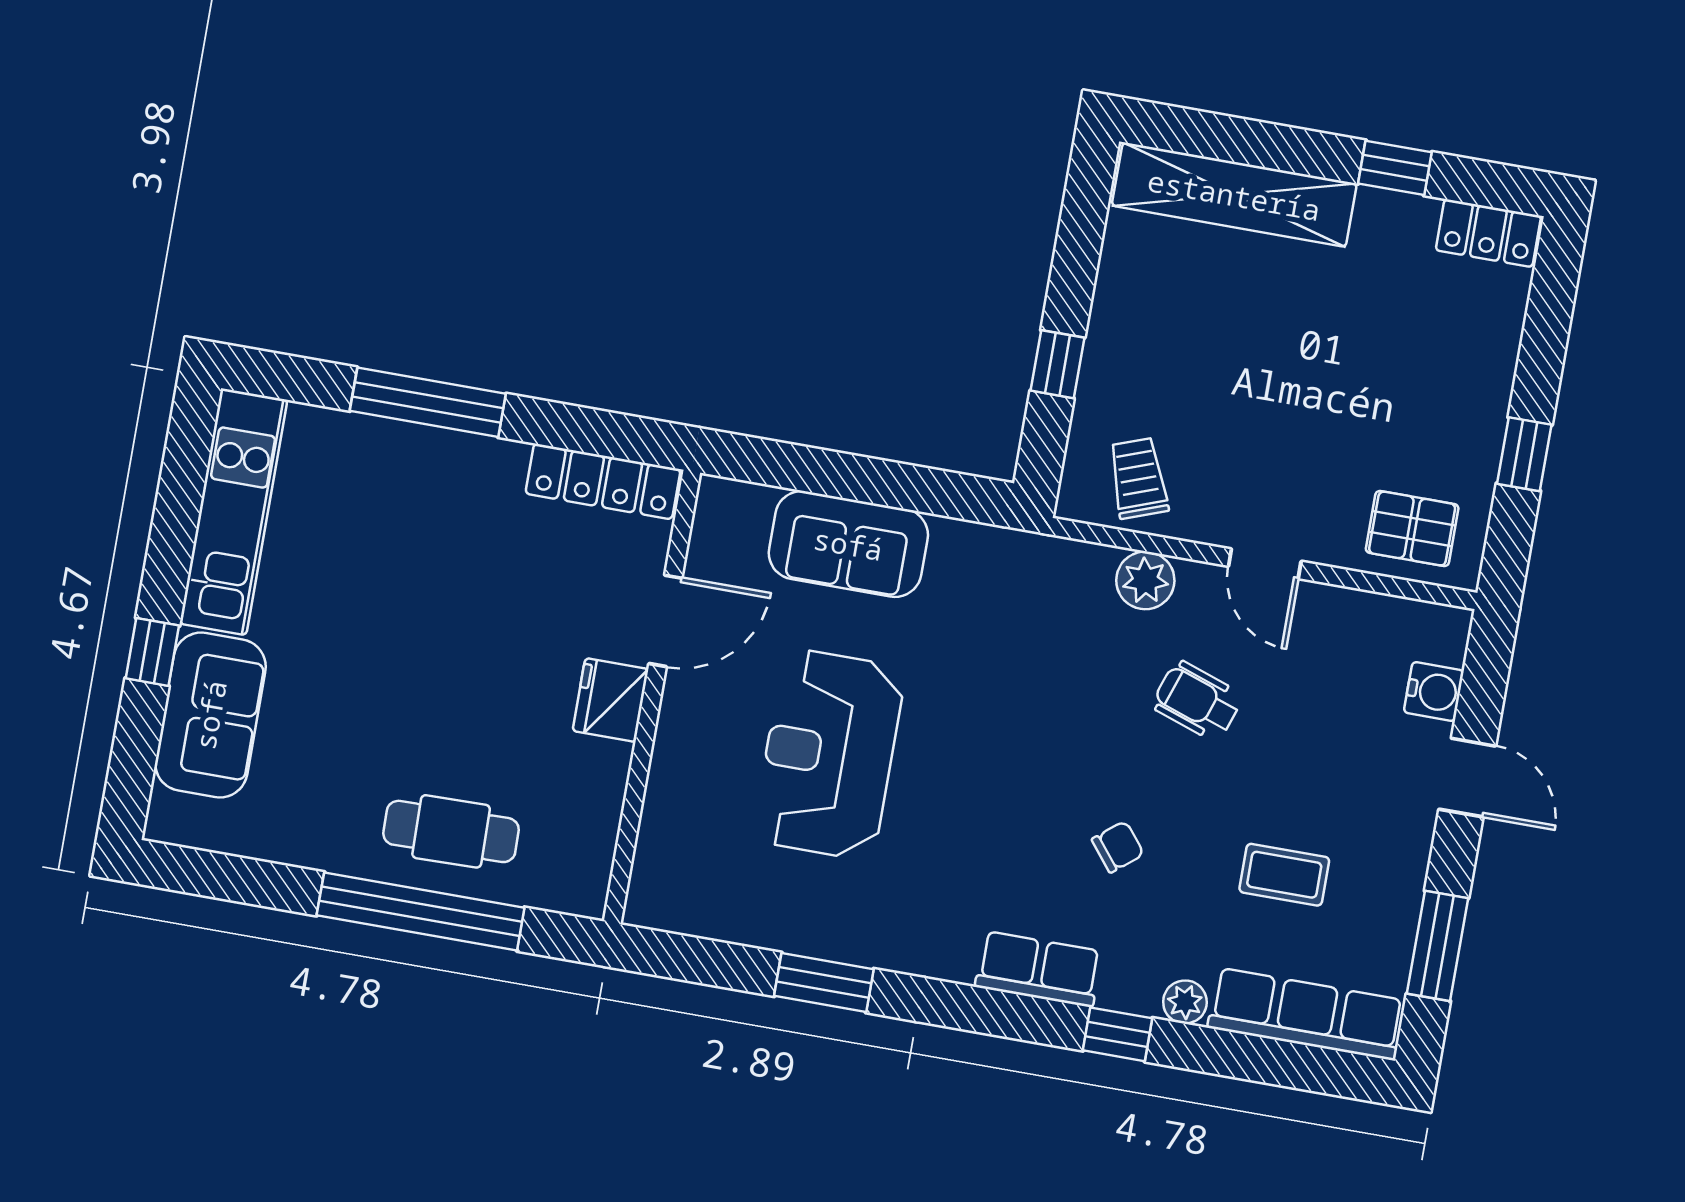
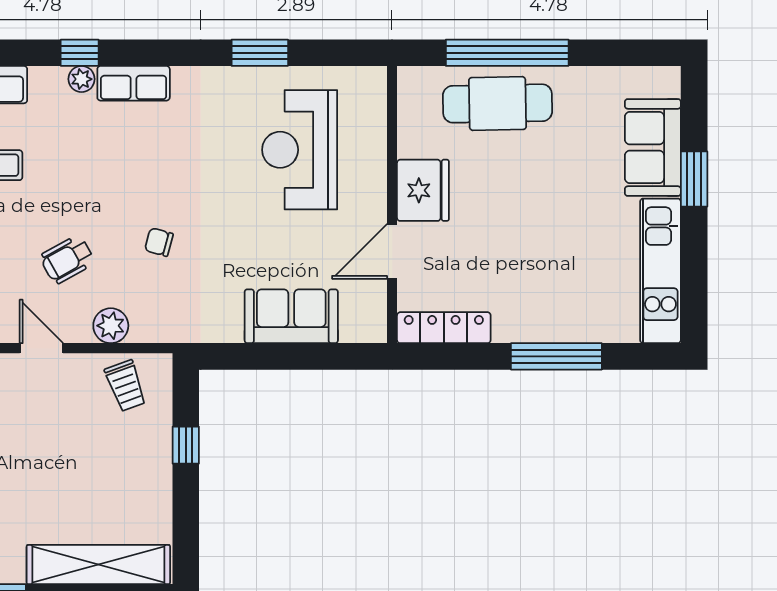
window: (152, 652) -> (694, 179), width x1.50
fridge: (611, 700) -> (423, 190), width x1.36, depth x1.34
wheelchair: (1197, 701) -> (67, 259), turned 132
reception desk: (829, 754) -> (300, 150), moved, turned 180
cafe table: (451, 831) -> (498, 103), width x1.37, depth x1.35
chair: (1118, 847) -> (159, 242), moved, turned 54
plant: (1185, 1002) -> (82, 79), moved

